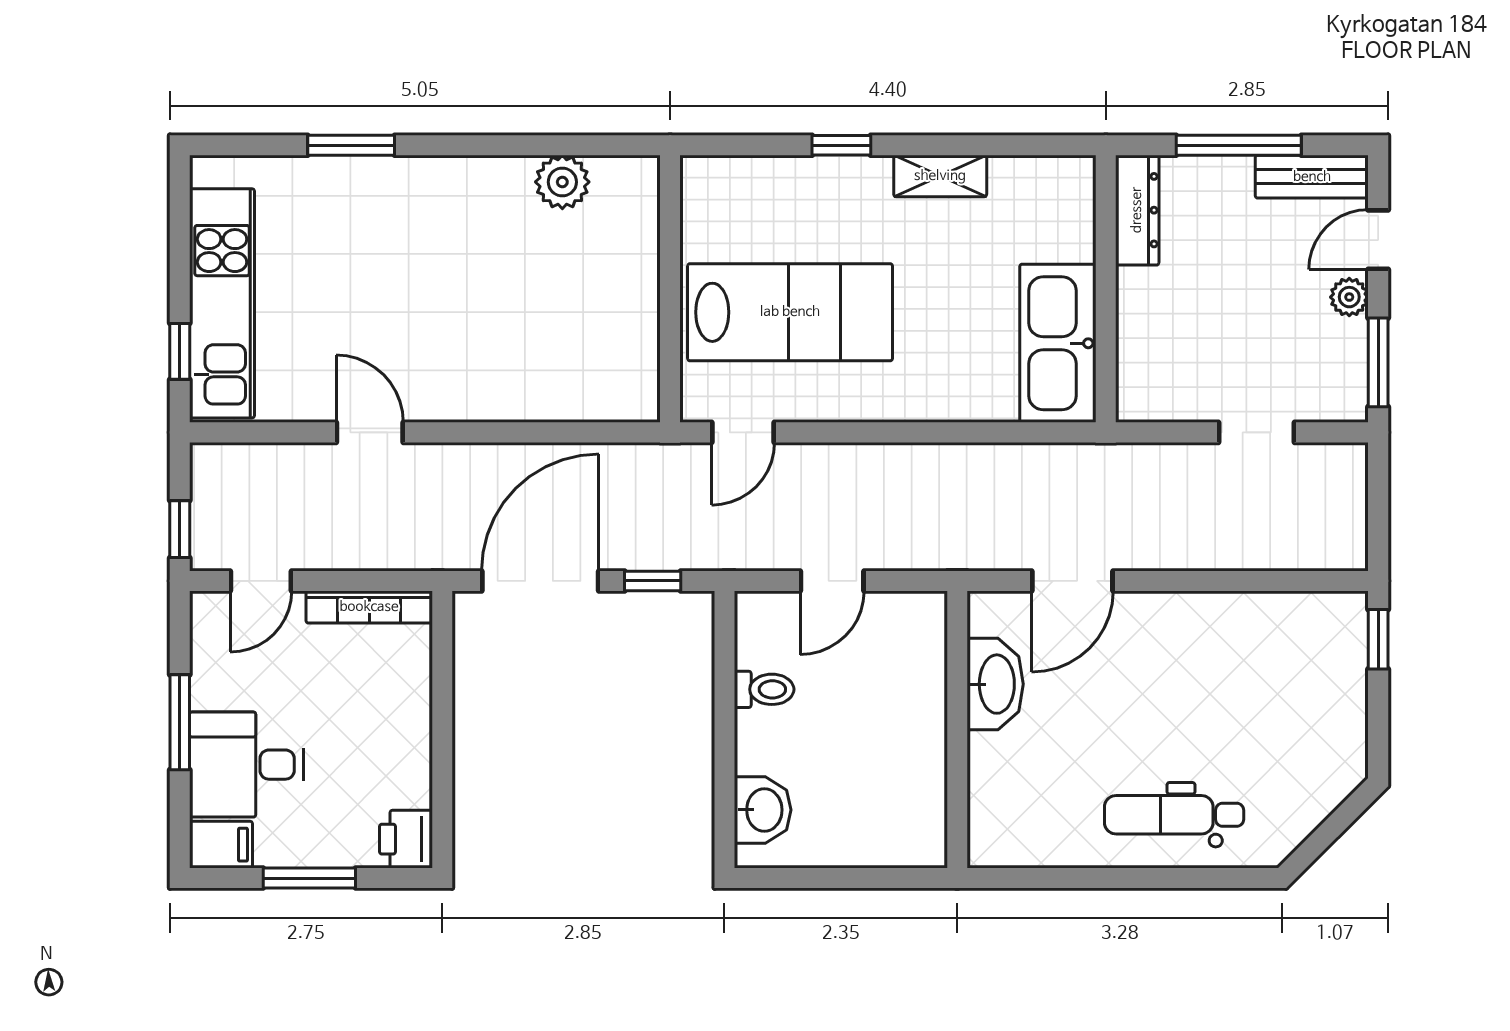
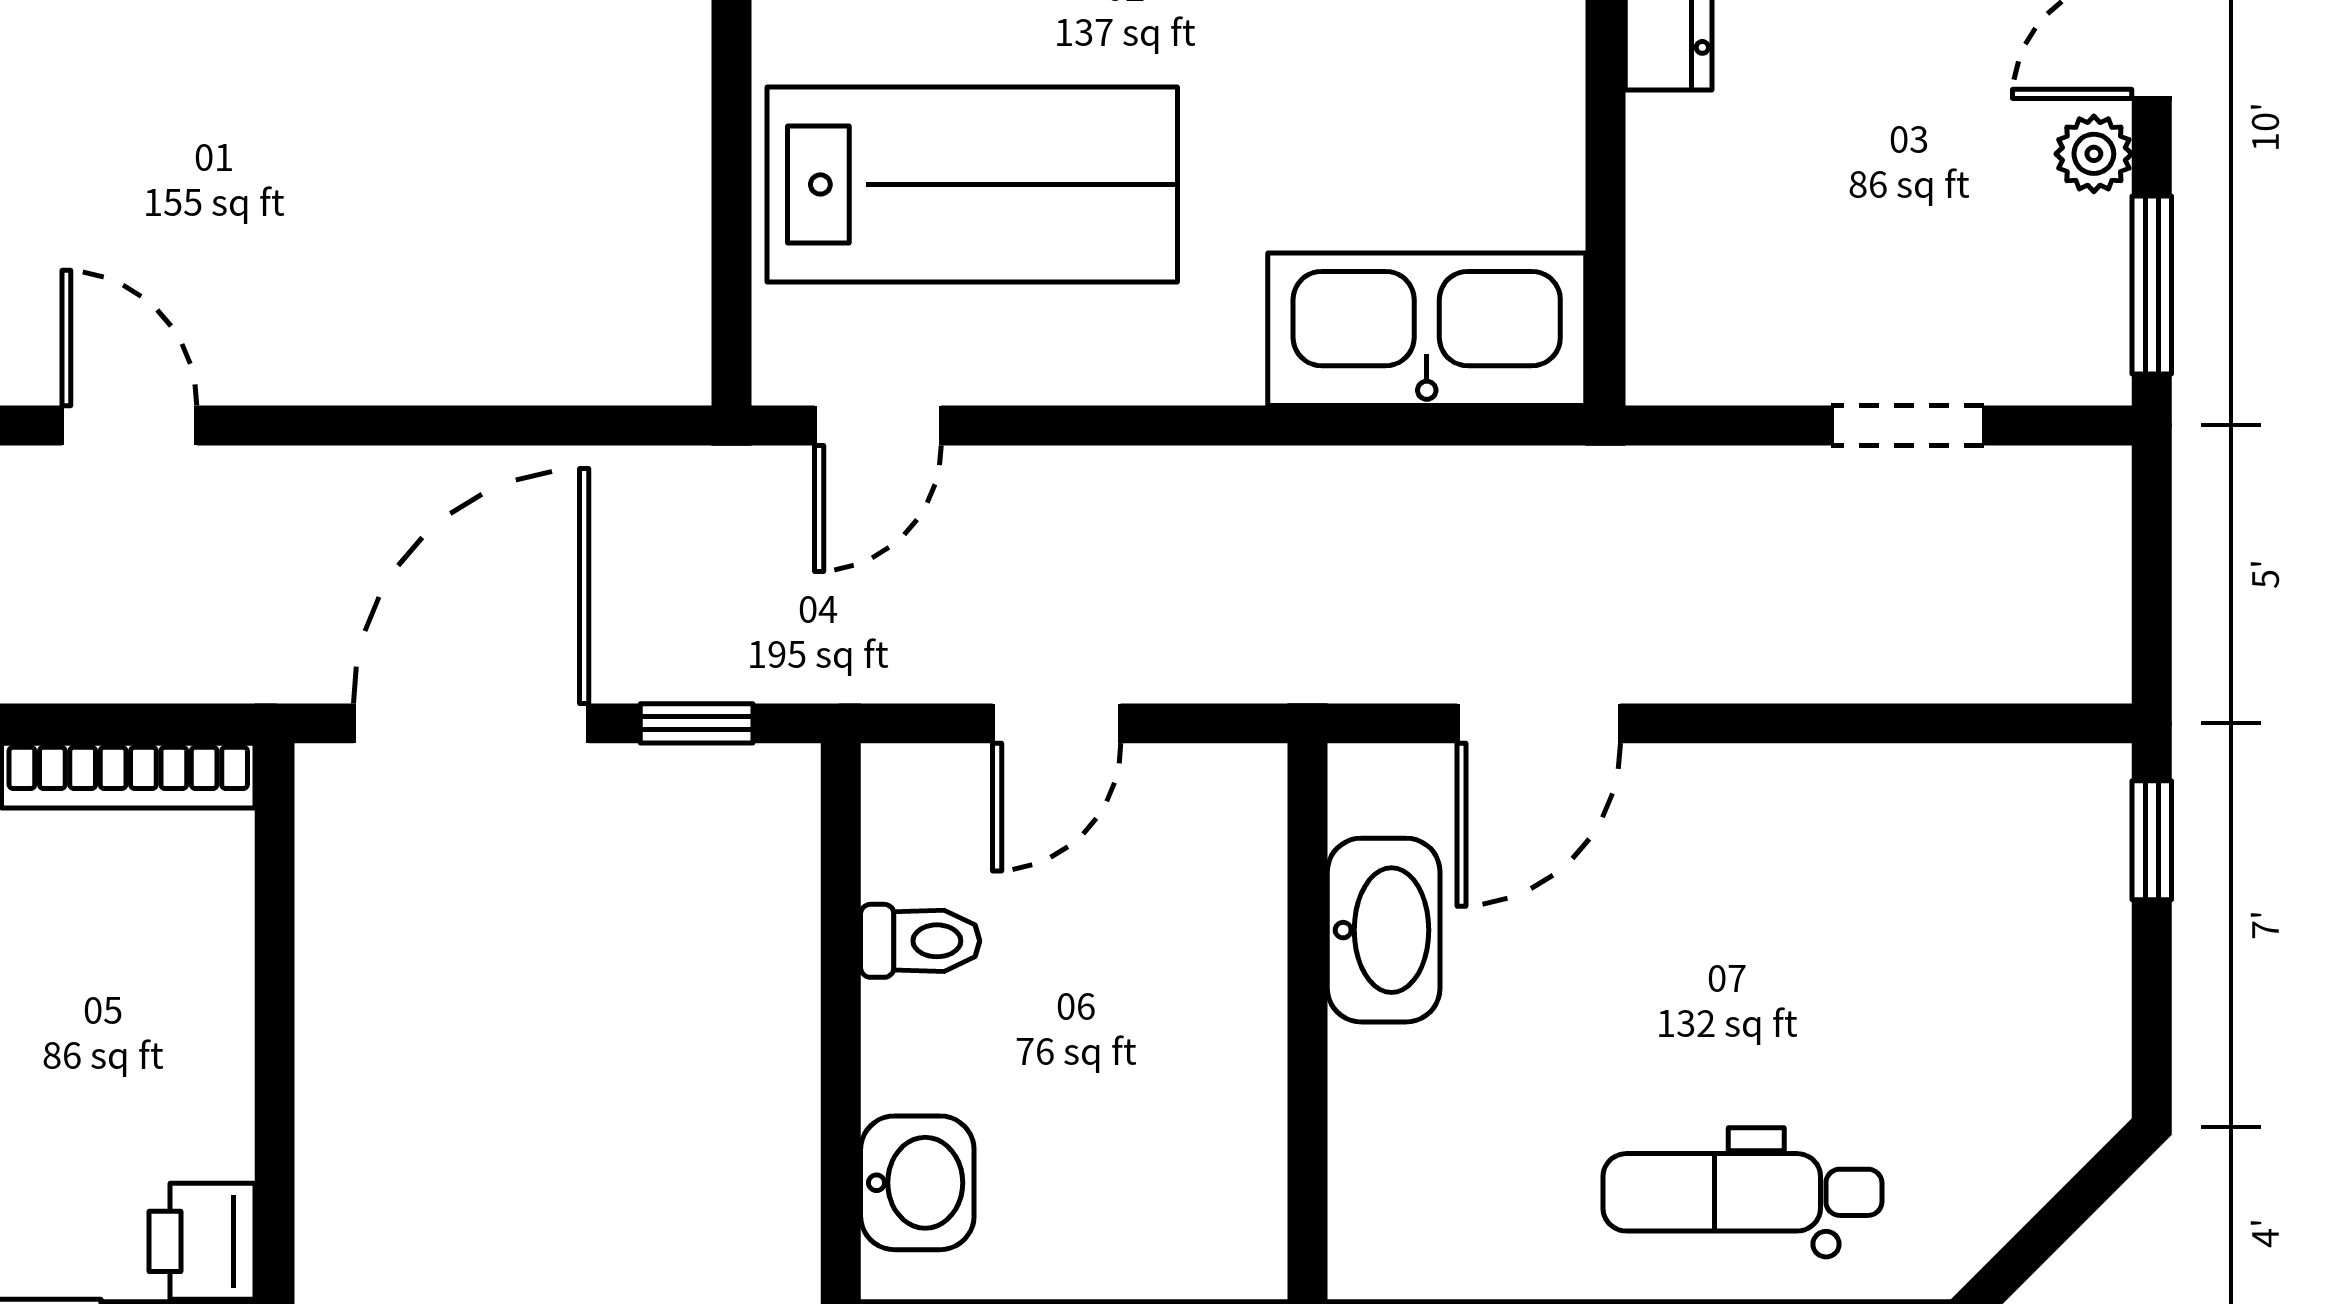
kitchen sink: (1058, 343) -> (1427, 329), moved, turned 90

